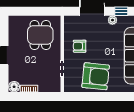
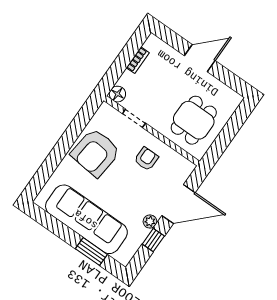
dining table: (40, 35) -> (194, 120), turned 90
floor lamp: (14, 87) -> (117, 94), moved

